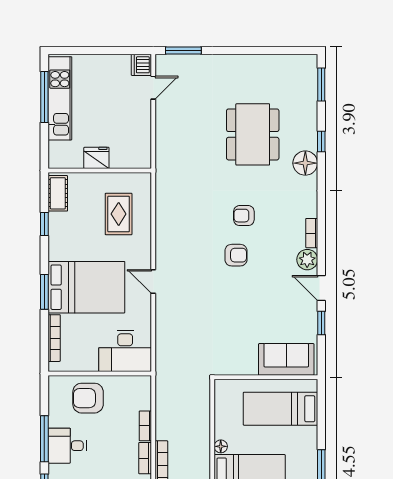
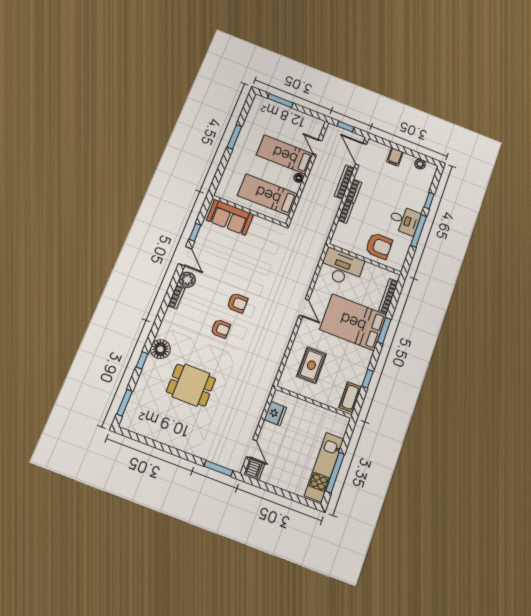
door: (153, 88) -> (252, 449), swing flipped
dining table: (253, 134) -> (191, 385), width x0.73
fridge: (96, 158) -> (275, 413), moved, turned -90
armchair: (236, 255) -> (238, 303), turned 180
bed: (280, 409) -> (268, 195), moved, turned 180

